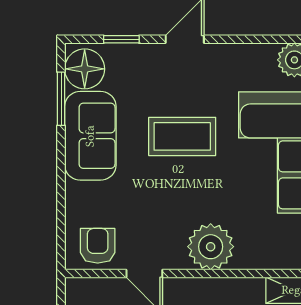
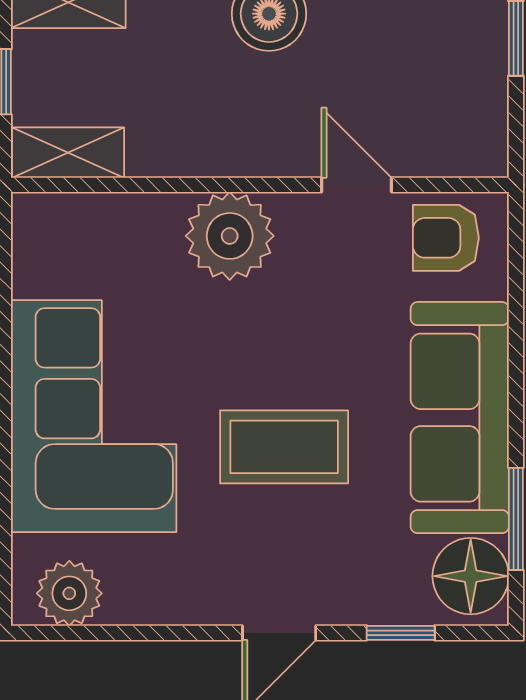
sofa: (90, 136) -> (460, 418), width x1.36
armchair: (98, 246) -> (446, 238), turned 90

